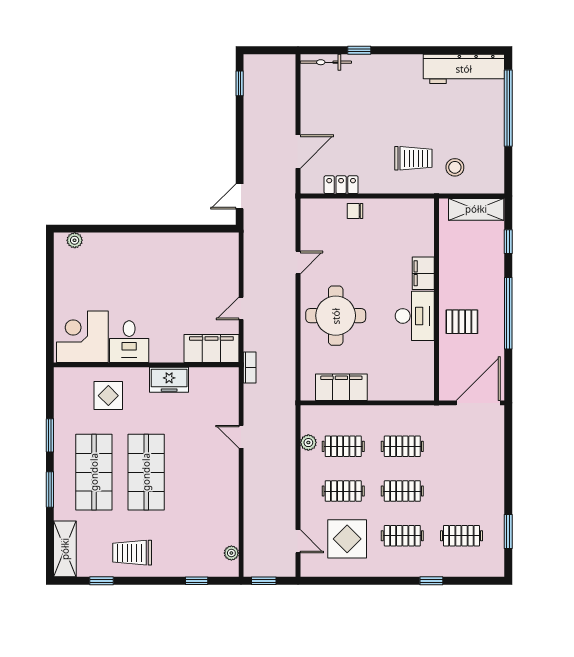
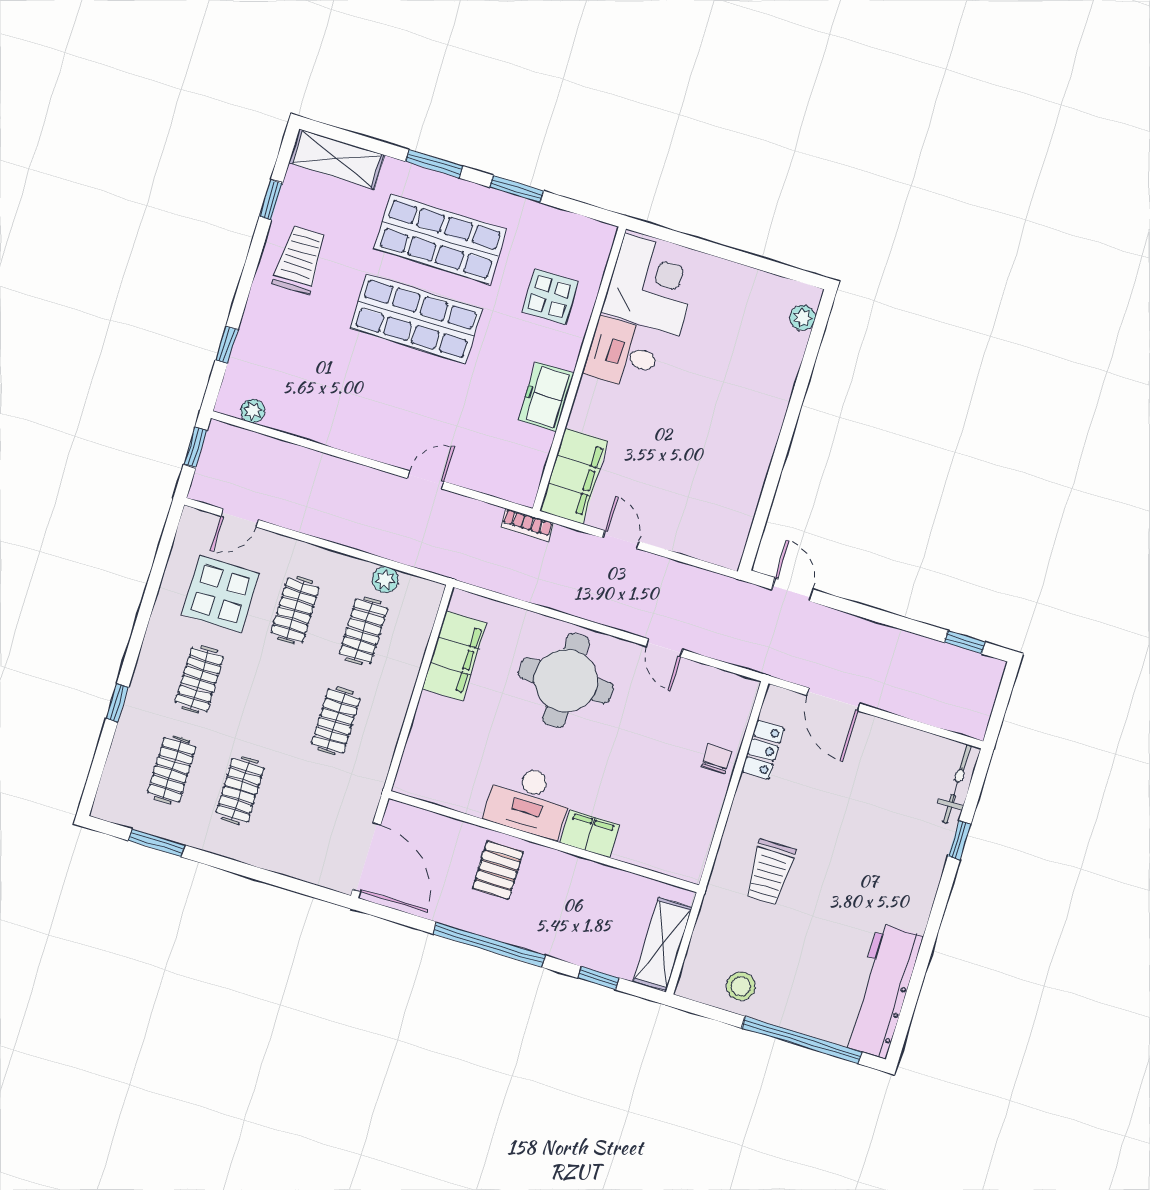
stool: (455, 167) -> (741, 986), moved
clothes rail: (402, 491) -> (240, 790), moved

